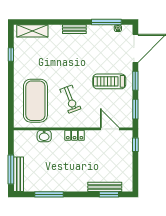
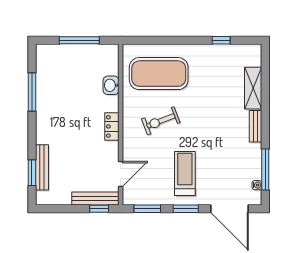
shelving: (32, 31) -> (253, 88), moved
window: (11, 169) -> (79, 40), moved
bench: (18, 174) -> (95, 199), moved

